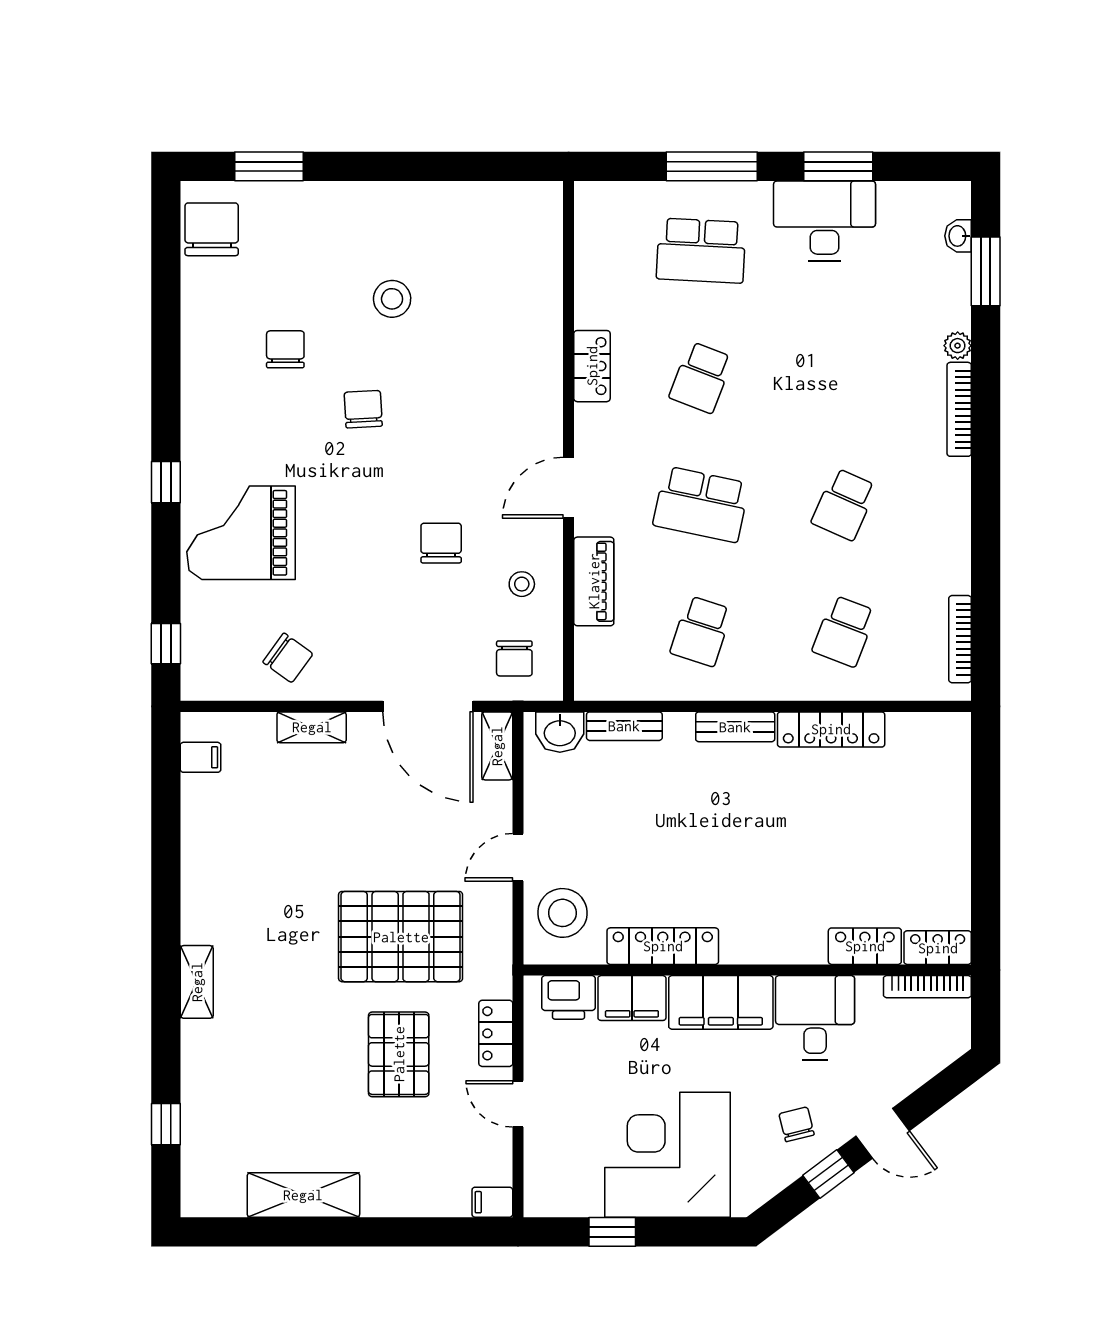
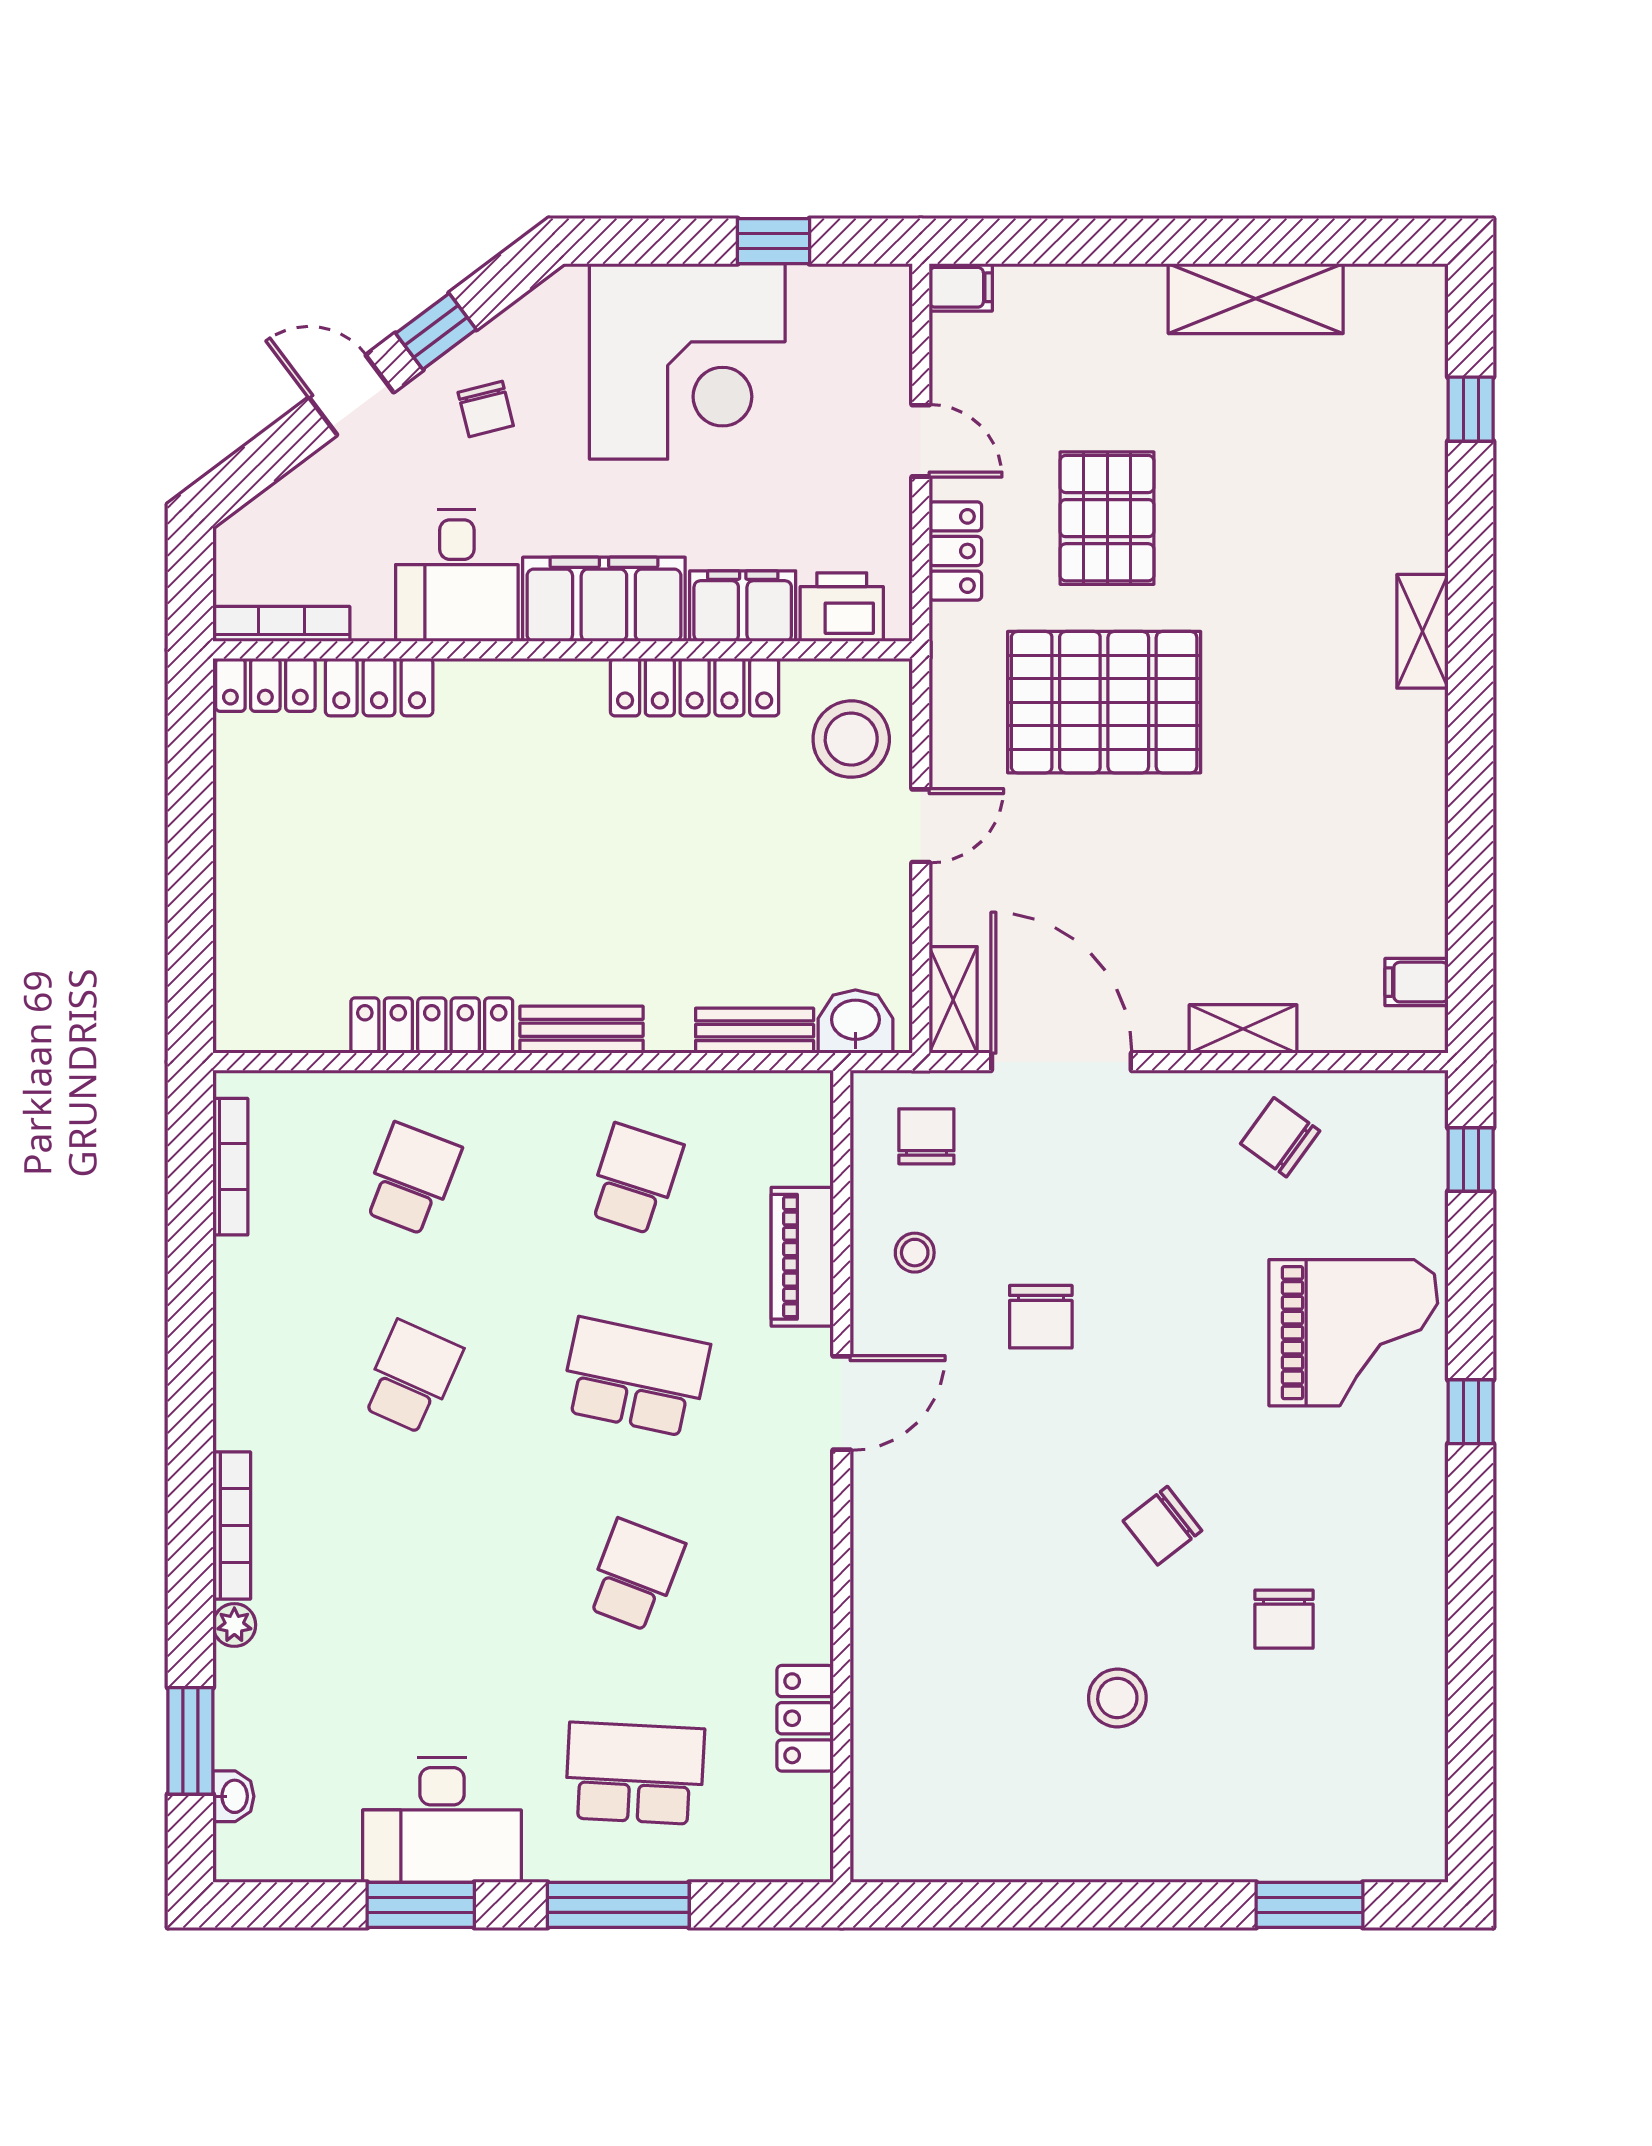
chair: (212, 229) -> (1399, 1807), removed
locker: (592, 366) -> (805, 1718), moved
chair: (363, 409) -> (1162, 1526), turned 55

